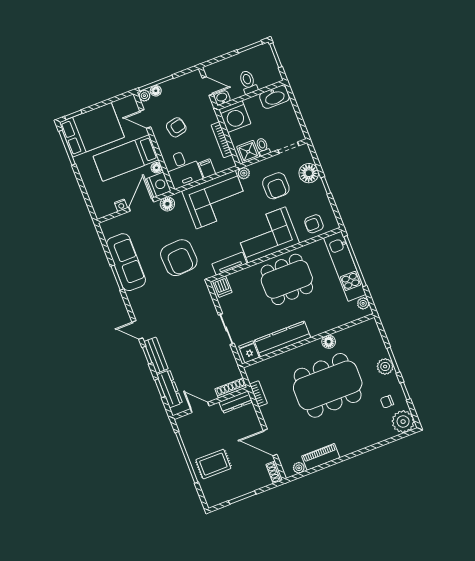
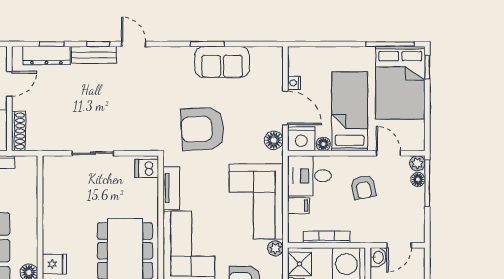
door: (145, 119) -> (388, 153), hinge flipped
sofa: (126, 262) -> (222, 62), width x0.73
door: (137, 330) -> (134, 44), hinge flipped
kitchen counter: (282, 339) -> (54, 217), removed
fridge: (249, 352) -> (54, 264), moved

